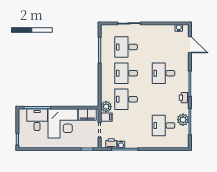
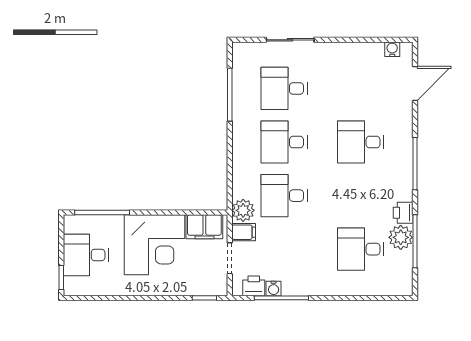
door: (190, 45) -> (415, 84), hinge flipped
printer: (184, 98) -> (403, 213), moved
desk: (37, 120) -> (86, 255), moved, turned -90

